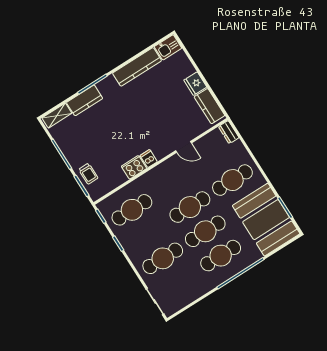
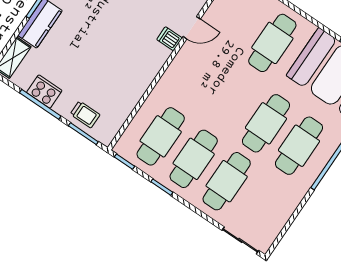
dishwasher: (149, 159) -> (169, 39), moved
cooker: (134, 167) -> (44, 92), moved, turned 90
cafe table: (190, 207) -> (194, 159), moved

